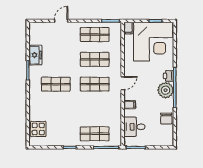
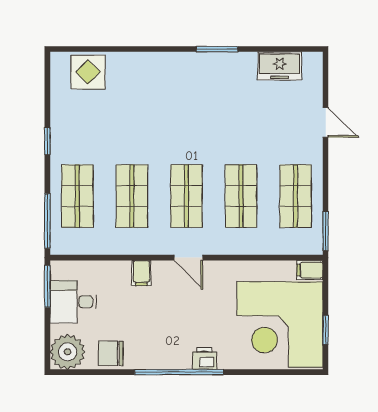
freezer: (35, 55) -> (280, 66), moved
shop shelf: (56, 84) -> (132, 196), moved
plant: (166, 90) -> (68, 352), moved
desk: (134, 127) -> (73, 302), moved, turned -90

